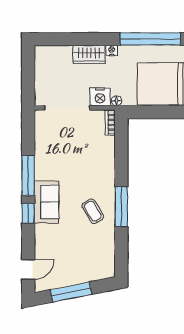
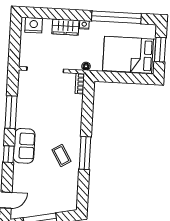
nightstand: (100, 97) -> (34, 25), moved, turned 180
window: (28, 176) -> (11, 112), moved

